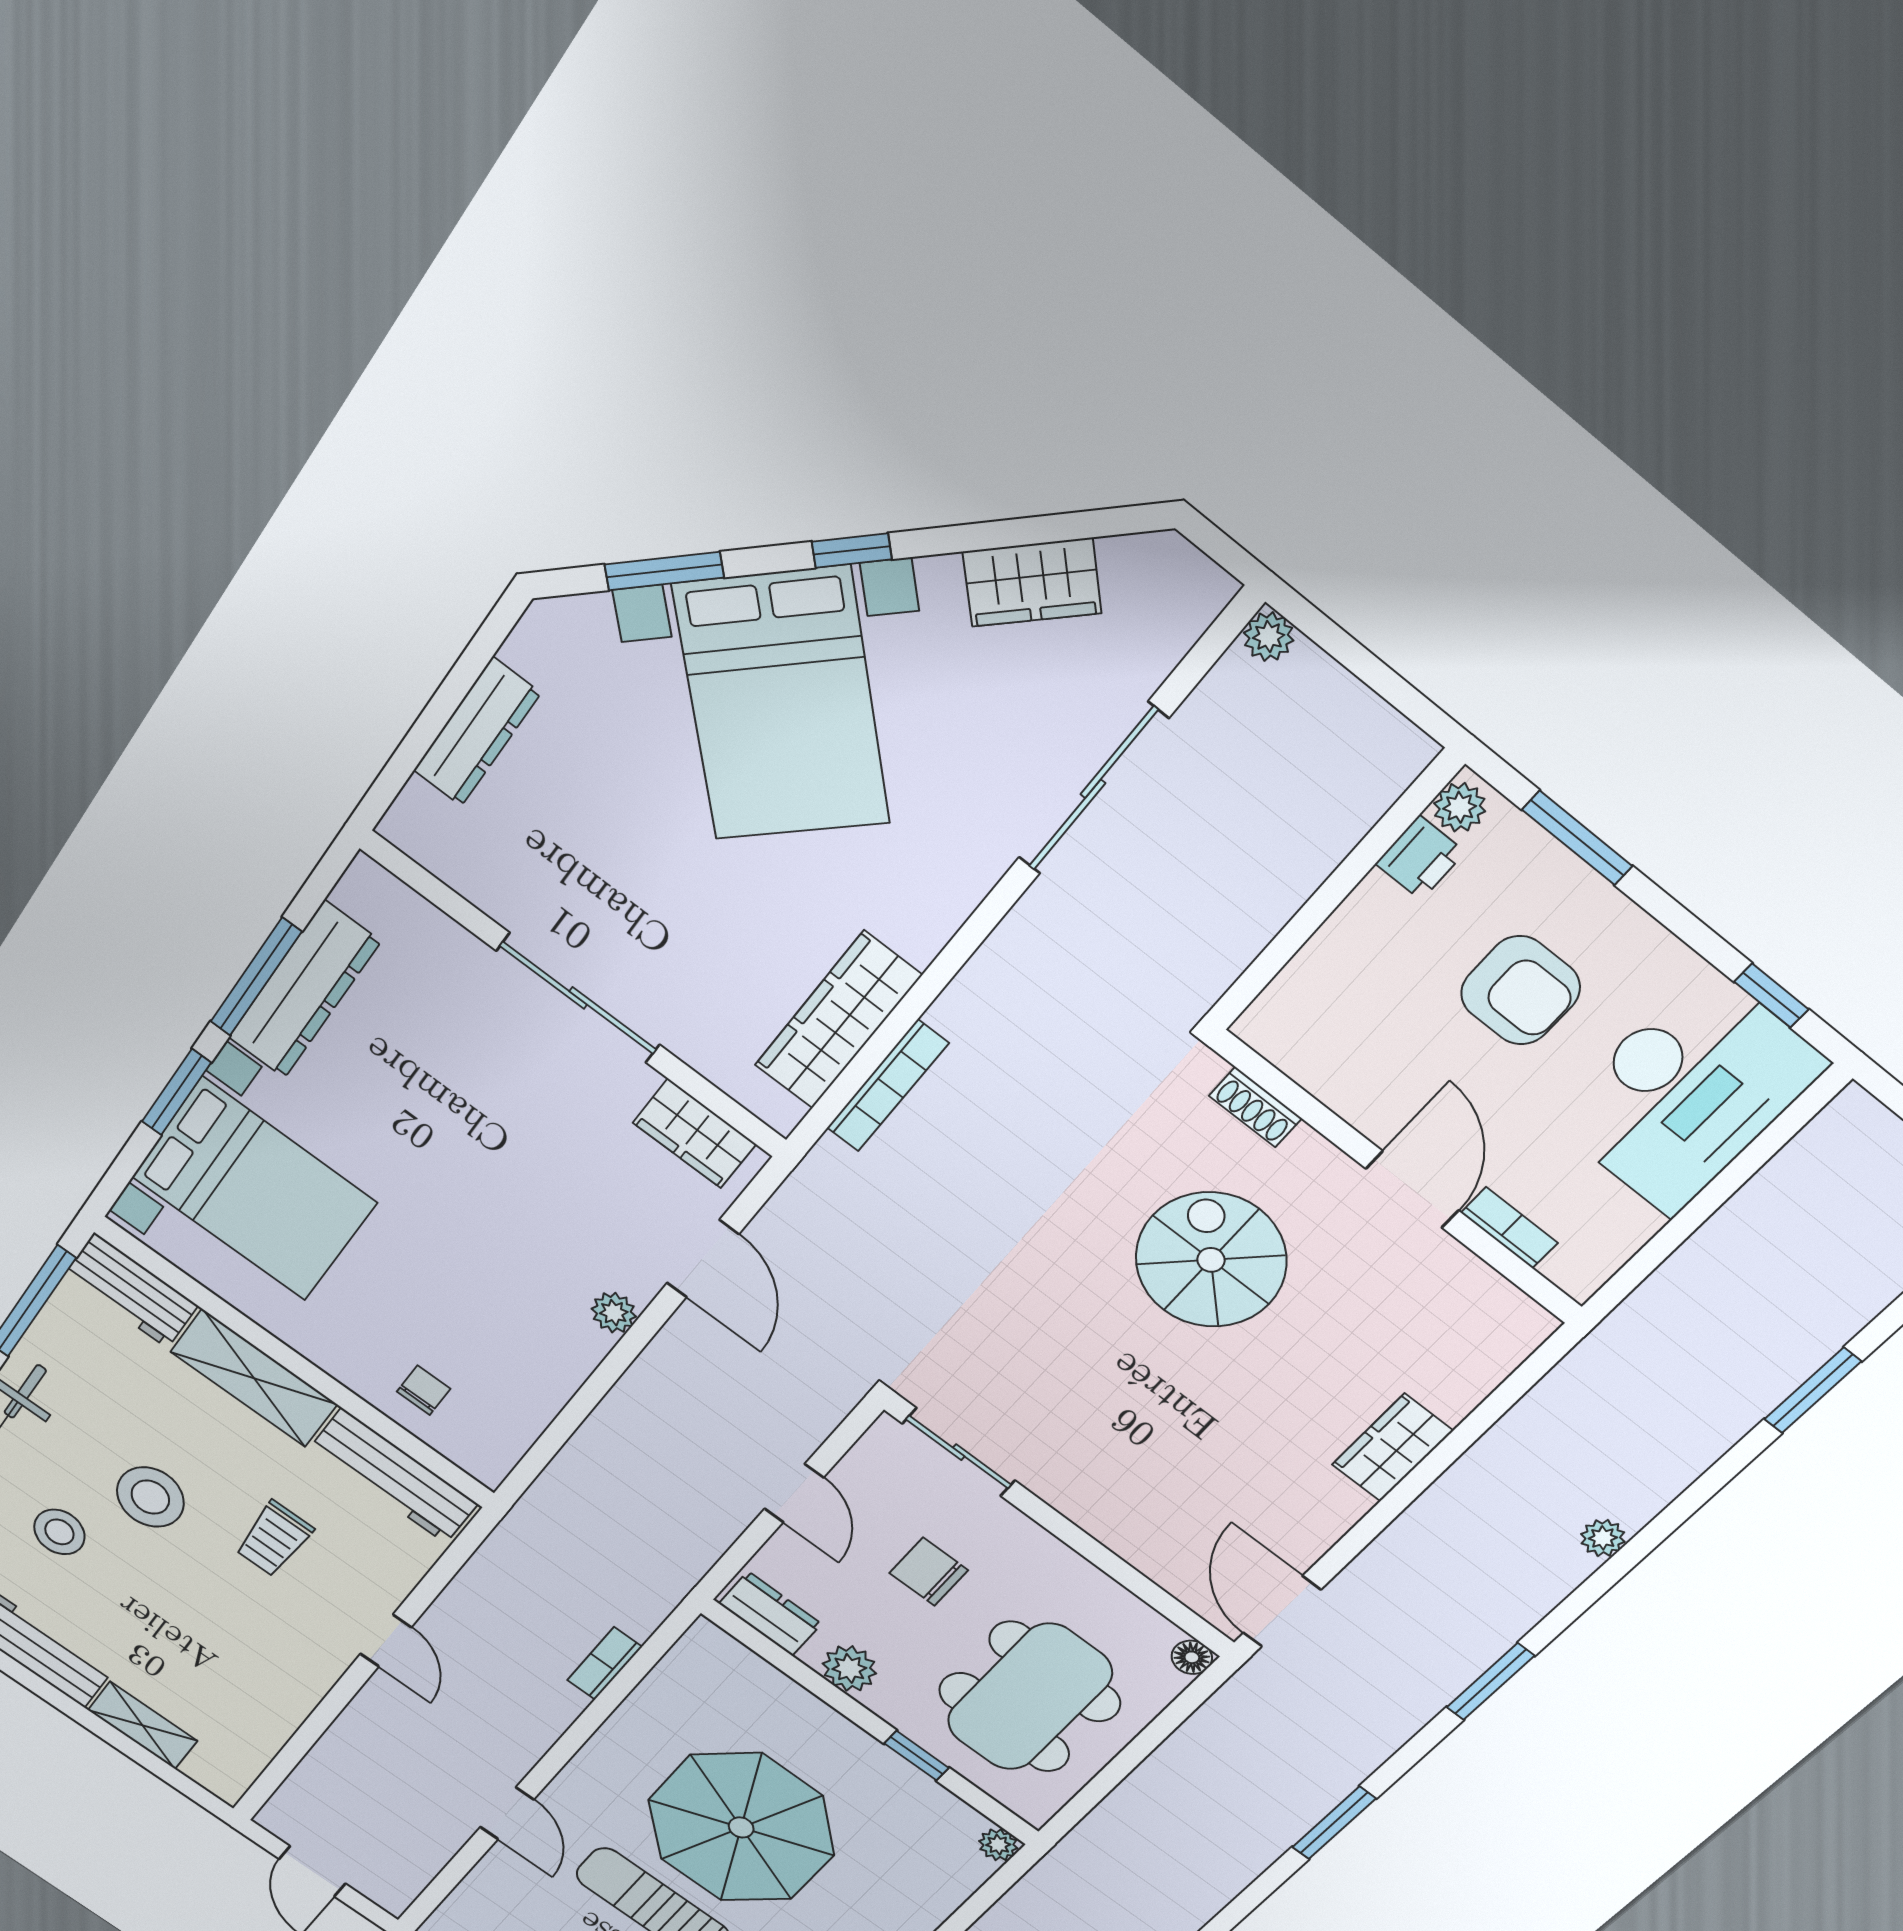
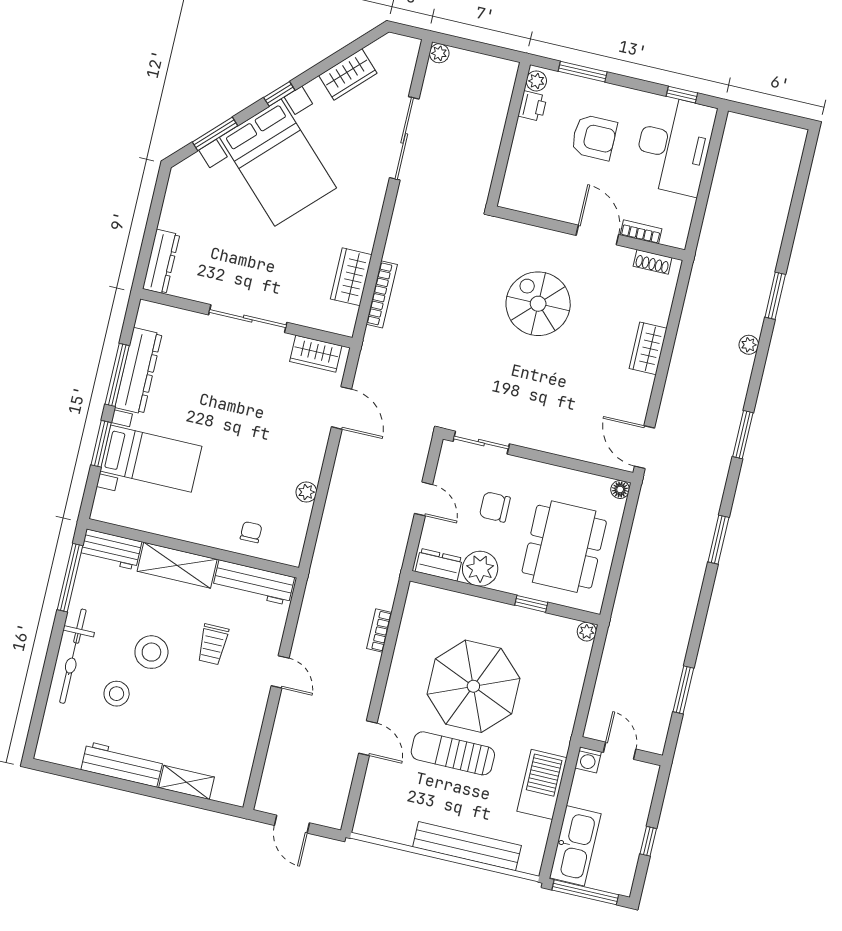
dresser: (477, 732) -> (161, 262), moved
wardrobe: (838, 1020) -> (351, 277), width x0.67
shoe rack: (1255, 1107) -> (653, 262), moved
bed with nightstands: (254, 1190) -> (151, 459), width x0.73
plant: (614, 1313) -> (306, 492), moved
window: (1813, 1390) -> (775, 296), moved
plant: (849, 1668) -> (480, 569), width x1.36, depth x1.36

